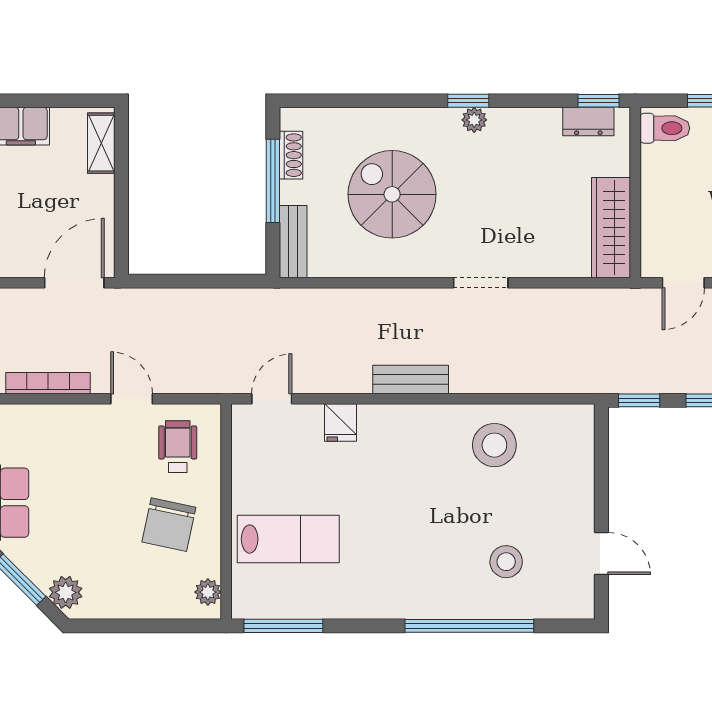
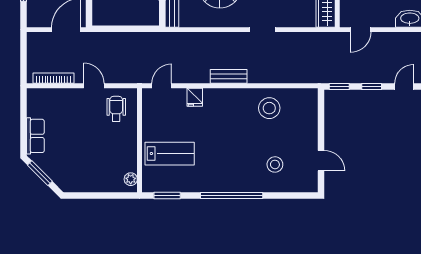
chair: (169, 525) -> (112, 147), removed
plant: (66, 592) -> (62, 179), removed
window: (283, 626) -> (167, 196), width x0.69
window: (469, 626) -> (232, 196), moved

